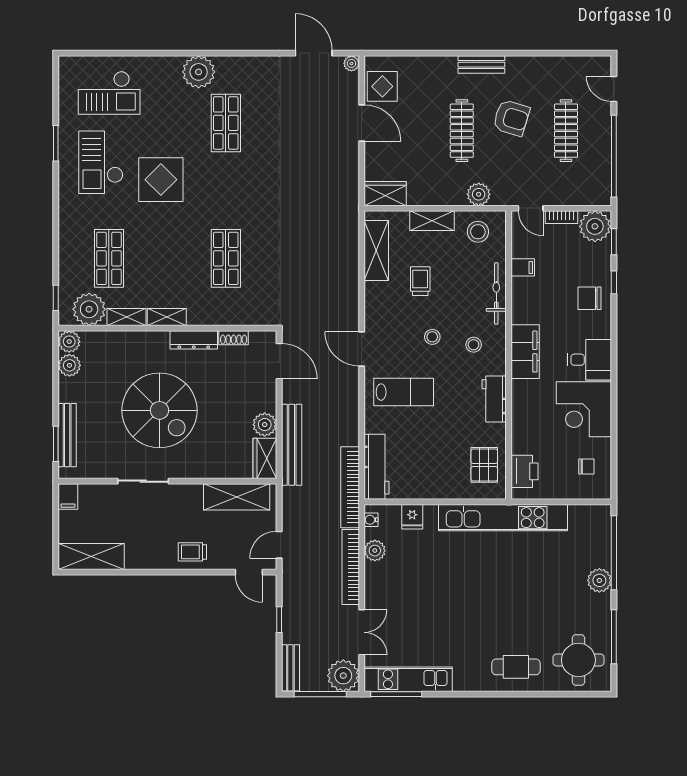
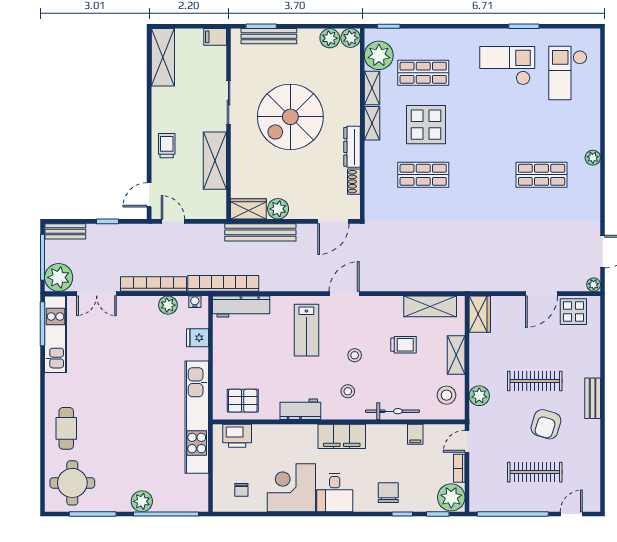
plant: (199, 72) -> (593, 158), width x0.53, depth x0.53
display table: (161, 180) -> (426, 125), moved
shelving: (237, 497) -> (215, 161), moved

